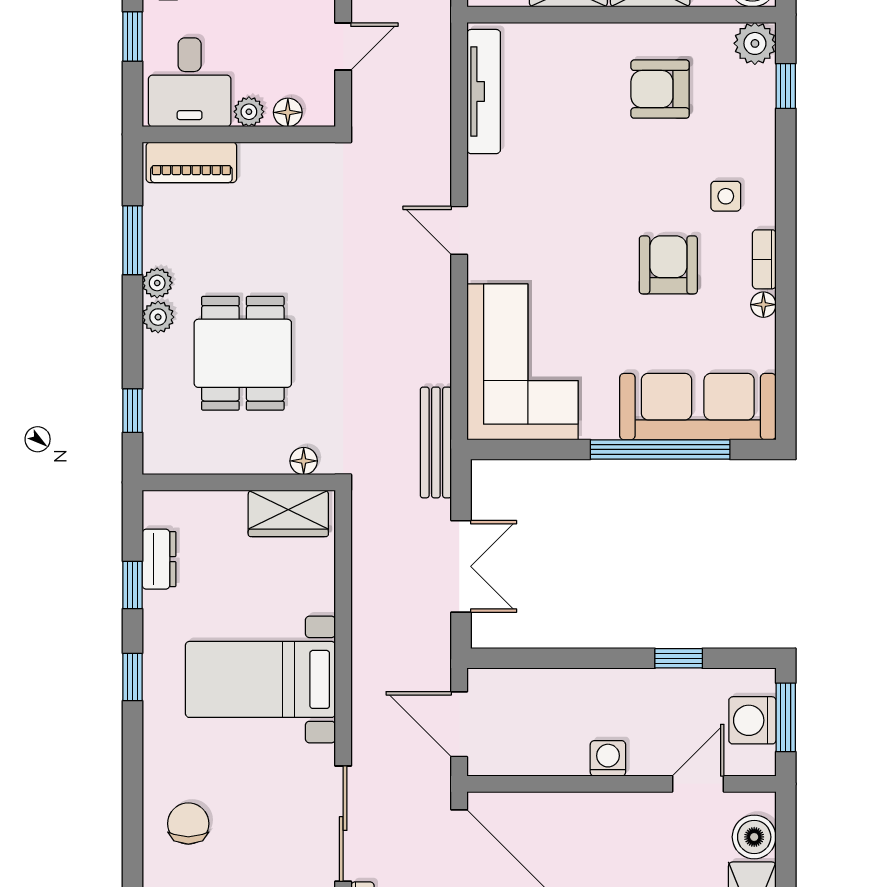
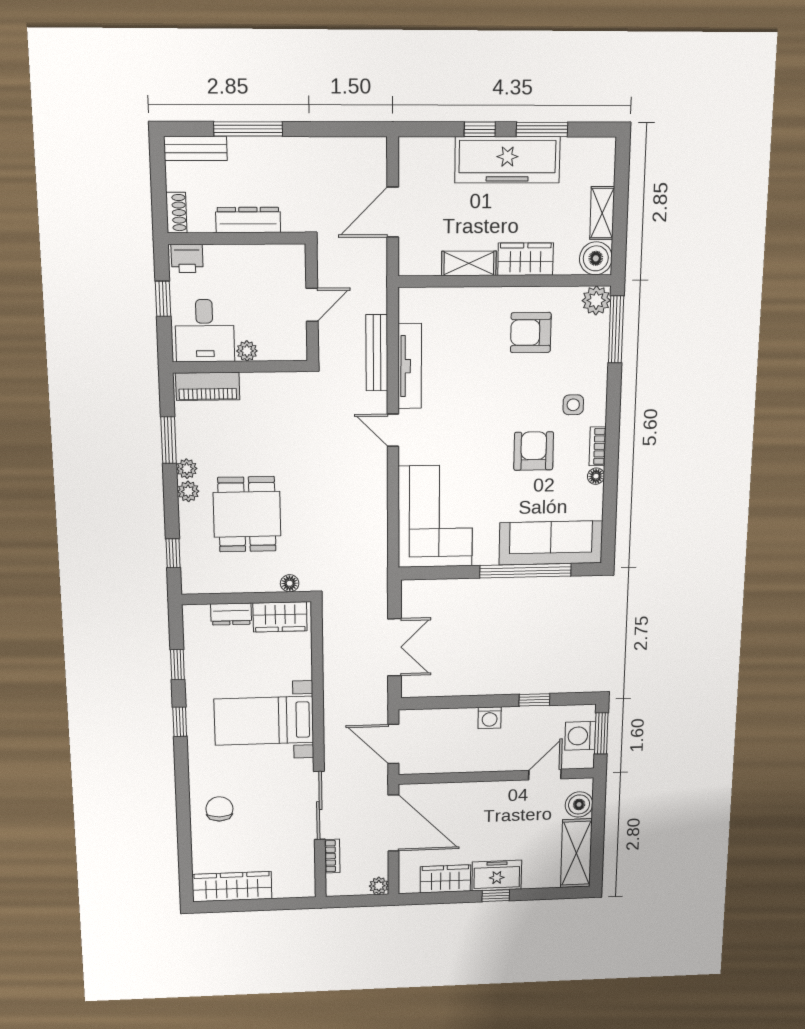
window: (786, 86) -> (616, 329), width x2.17
tv unit: (484, 92) -> (410, 366), moved
floor lamp: (288, 112) -> (274, 351), removed
bench: (436, 442) -> (377, 353), moved
dresser: (159, 559) -> (231, 614), moved, turned 90
washing machine: (608, 758) -> (490, 718), moved, turned 180

